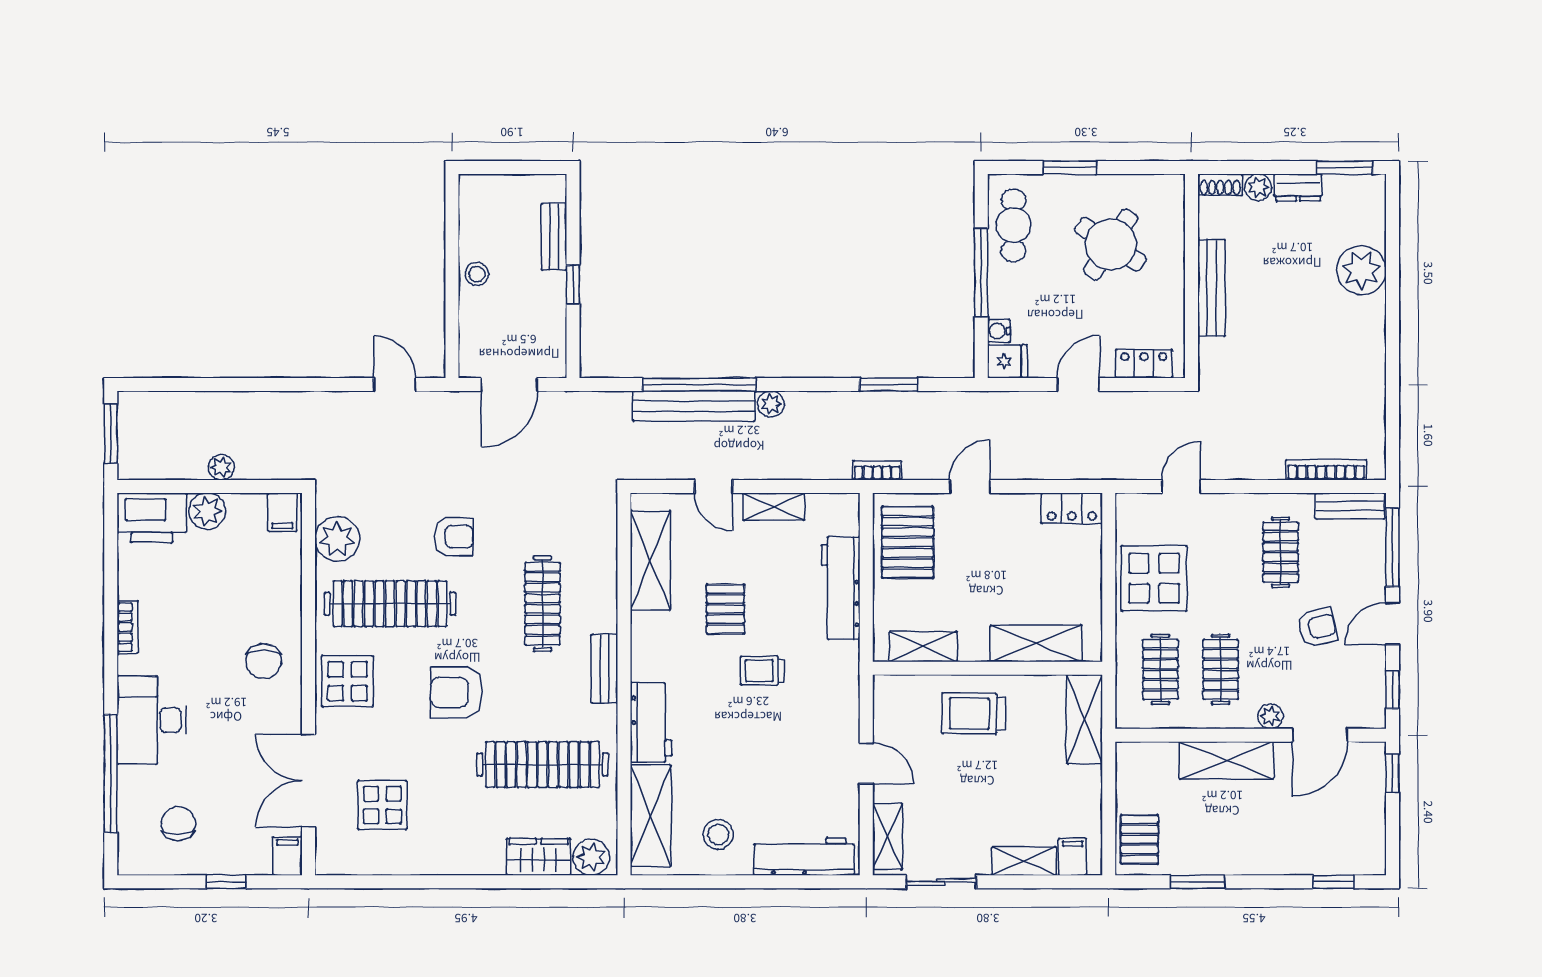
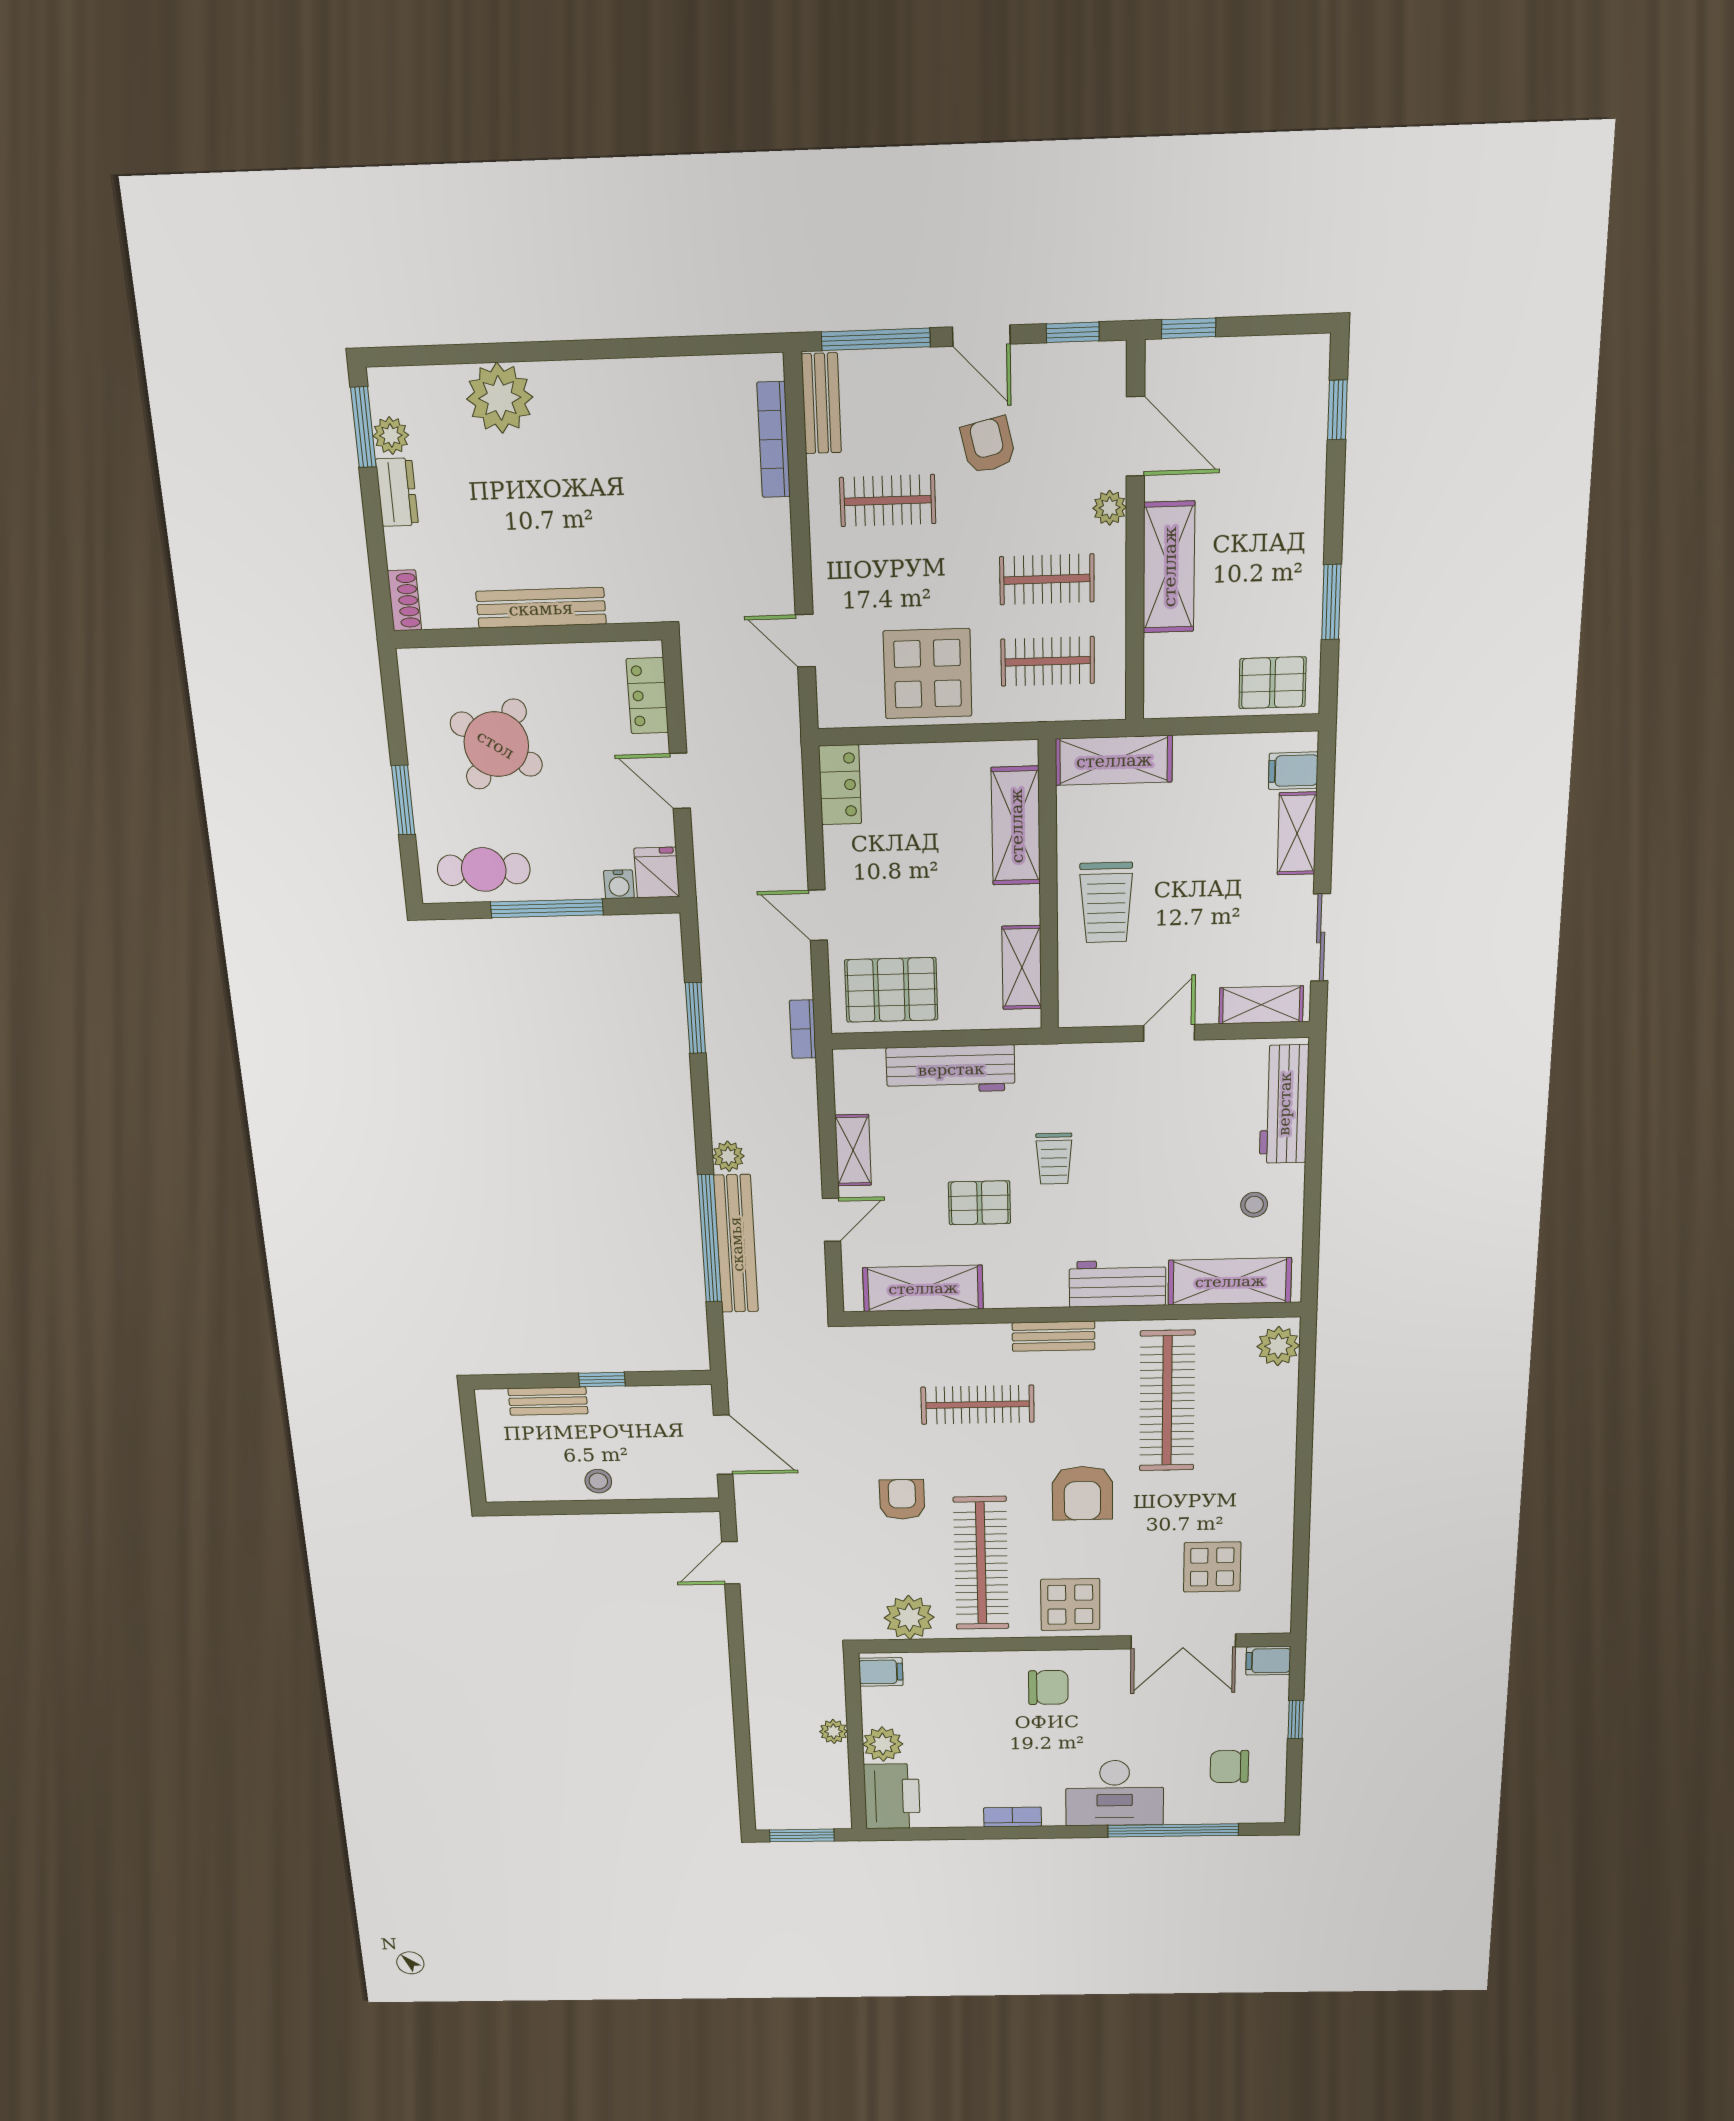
plant: (1258, 187) -> (391, 436), moved
stool: (718, 834) -> (1254, 1205), width x0.73, depth x0.73
wardrobe: (539, 857) -> (1276, 1403), removed

